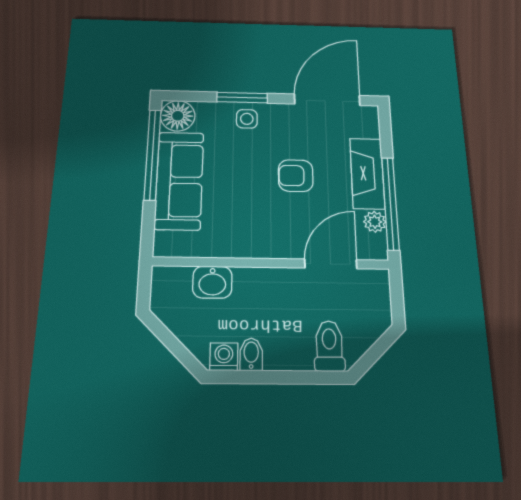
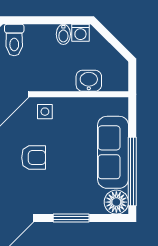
side table: (247, 119) -> (45, 112), moved

